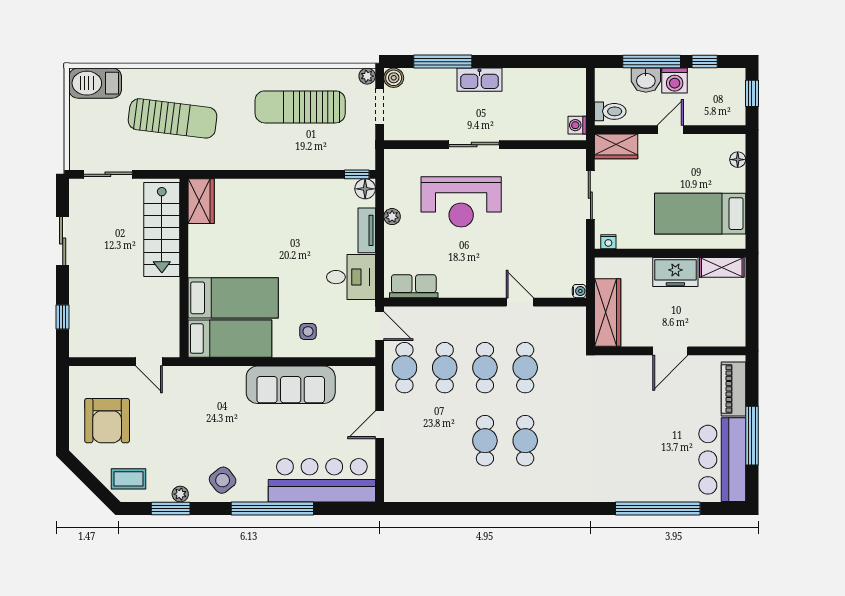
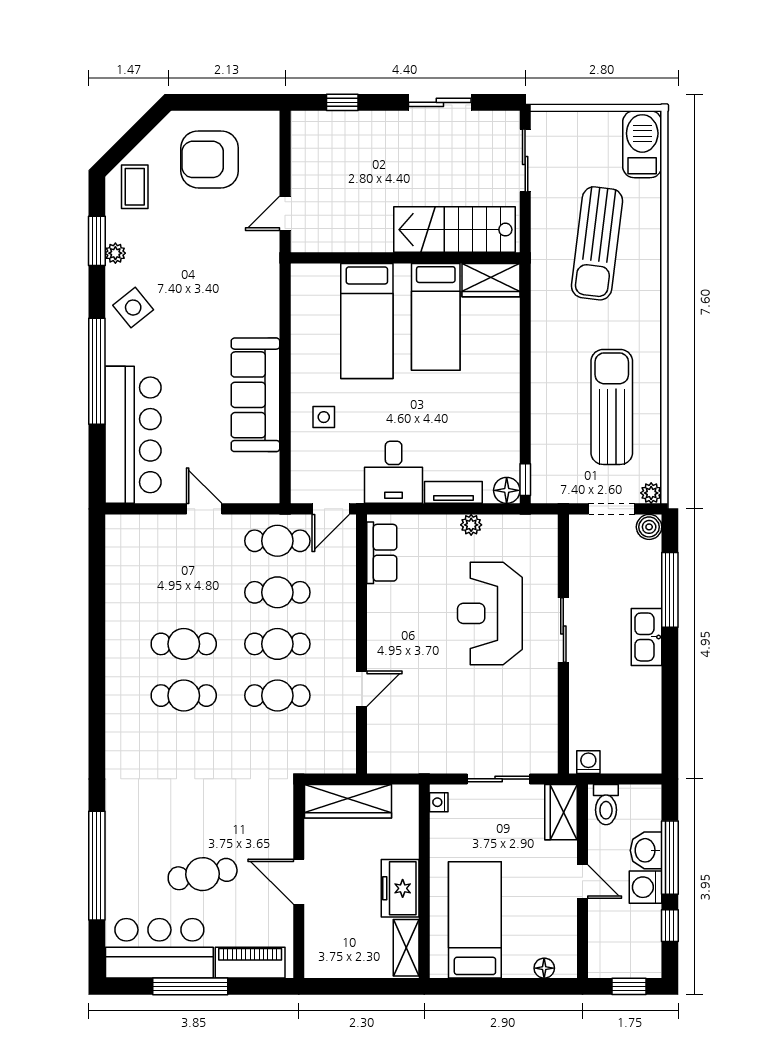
water cooler: (579, 291) -> (376, 765), removed
bed: (230, 339) -> (436, 317), moved
cafe table: (664, 426) -> (203, 874), added

